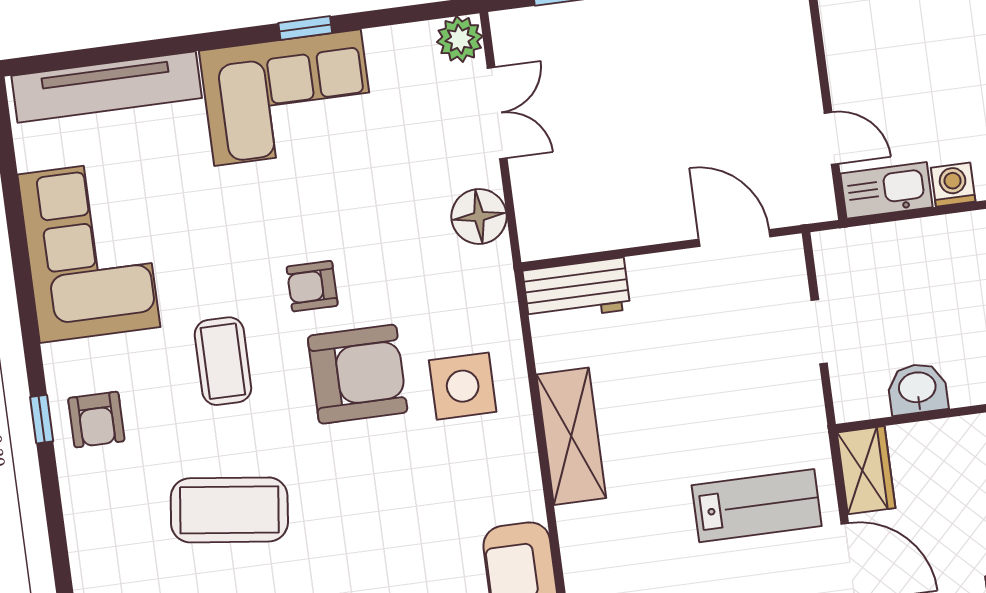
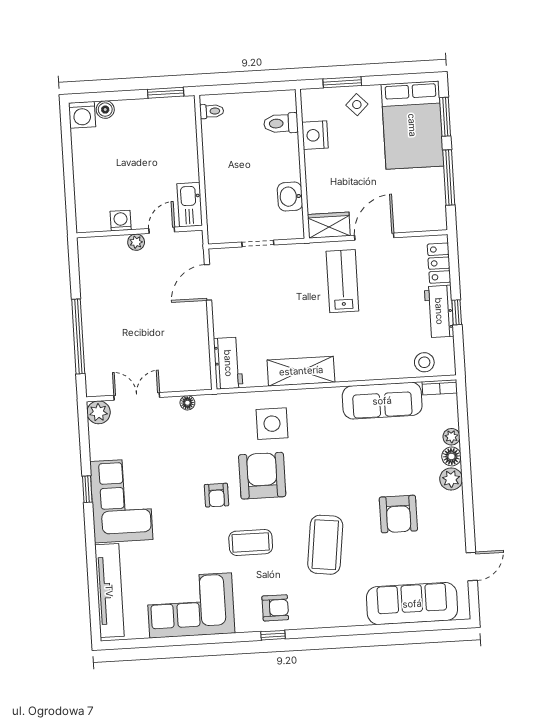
plant: (804, 89) -> (136, 242), added
washing machine: (953, 185) -> (121, 221), moved, turned 90
floor lamp: (479, 216) -> (187, 403), width x0.53, depth x0.53

